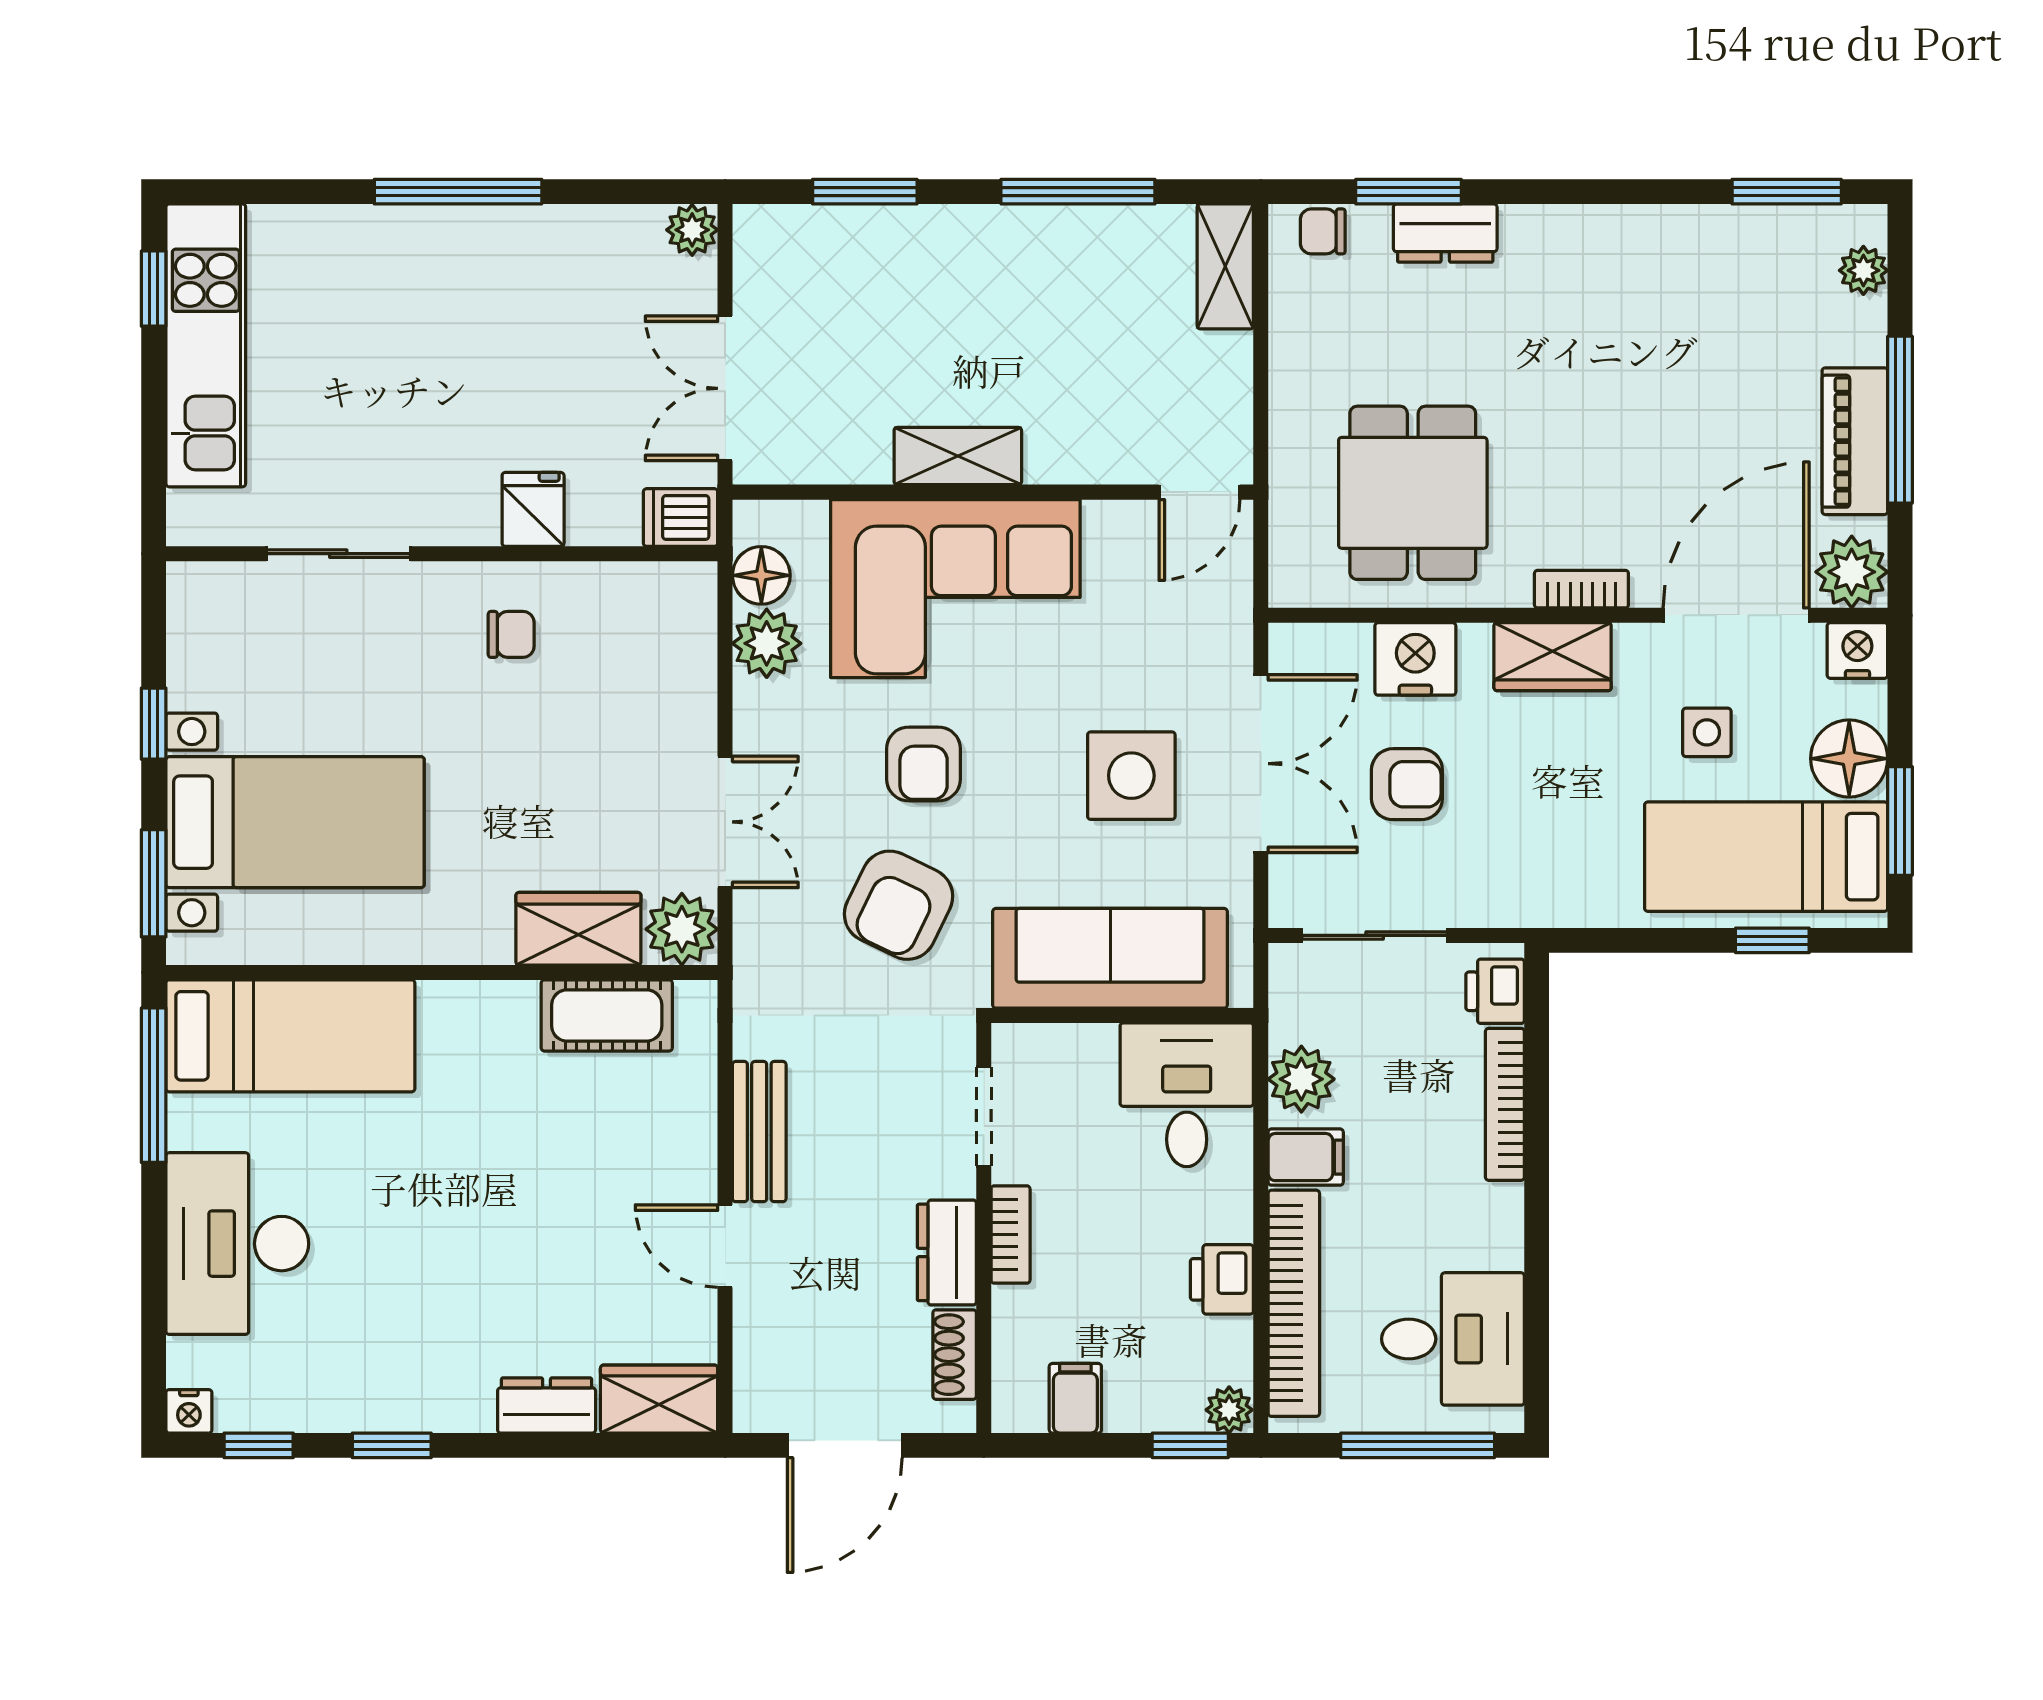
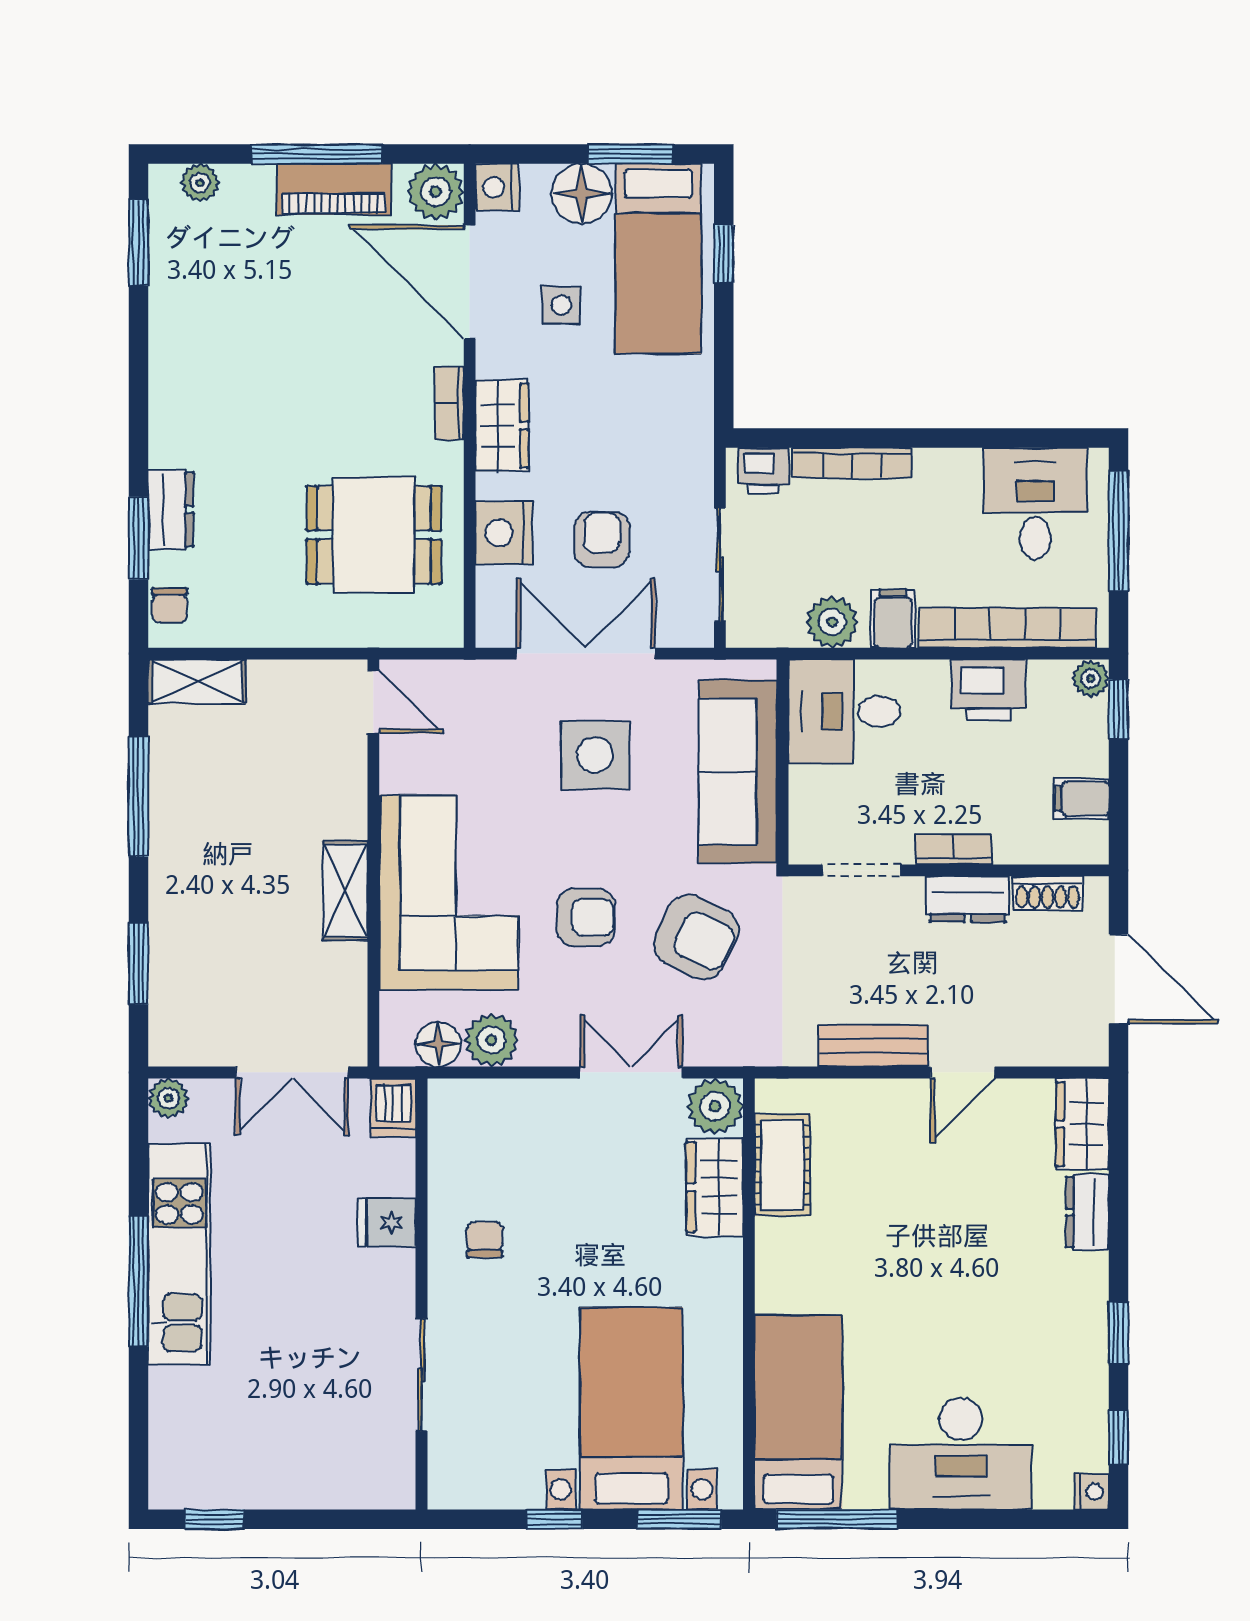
kitchen unit: (206, 345) -> (179, 1254), moved, turned 90
printer: (1222, 1279) -> (989, 690), width x1.36, depth x1.24

